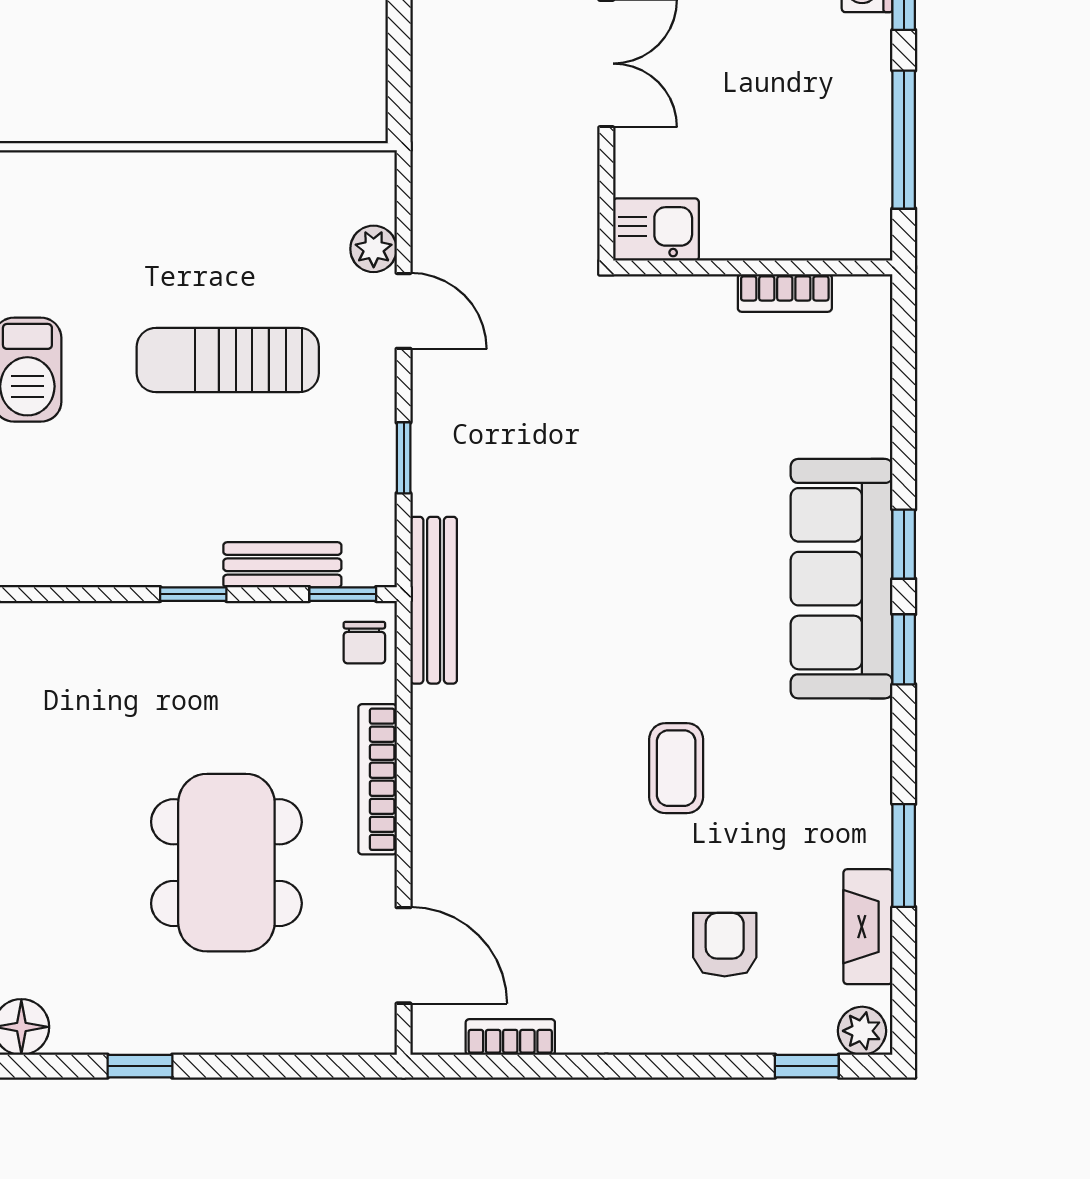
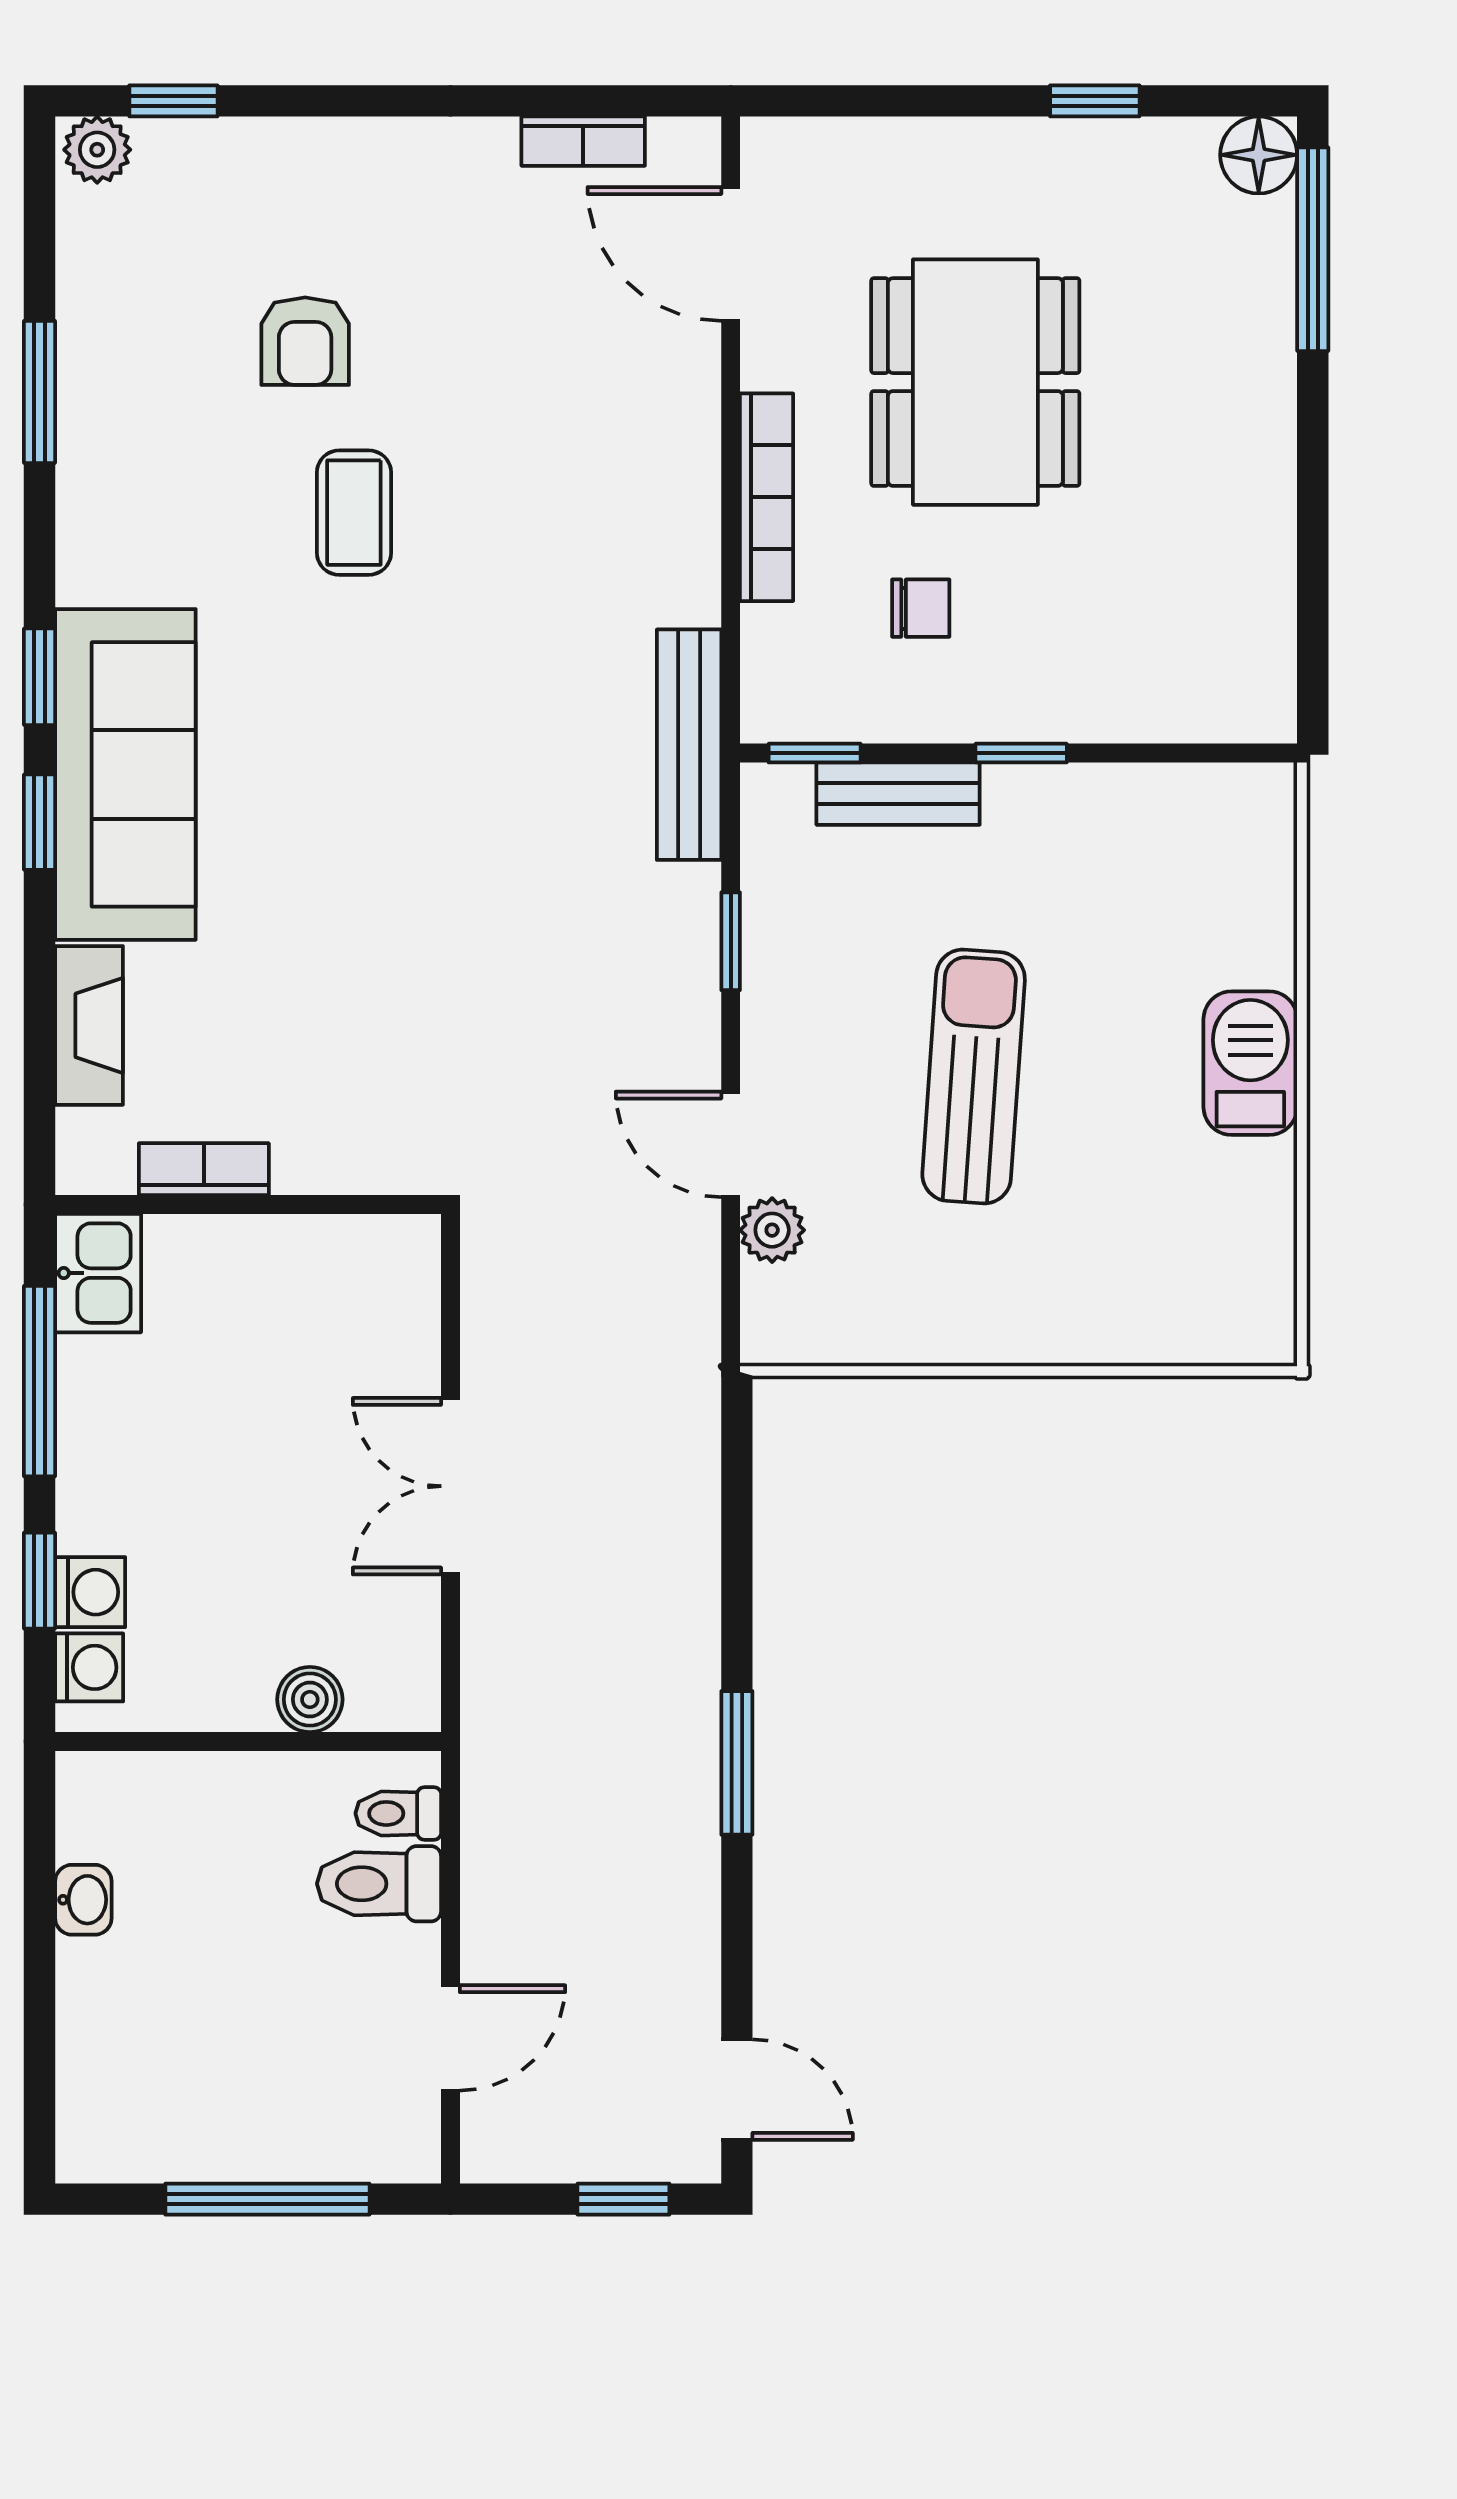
kitchen sink: (656, 230) -> (98, 1273), moved, turned -90
sun lounger: (228, 360) -> (974, 1077), turned -86
chair: (364, 643) -> (921, 608), moved, turned 90
fireplace: (868, 927) -> (89, 1025), moved
armchair: (725, 945) -> (305, 341), moved

